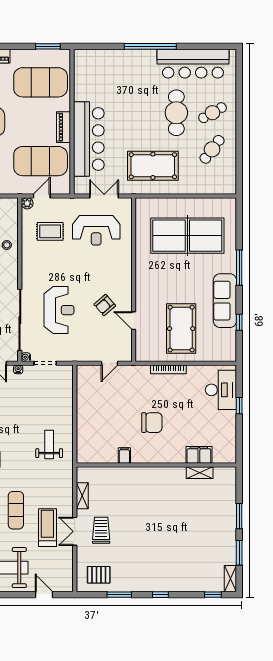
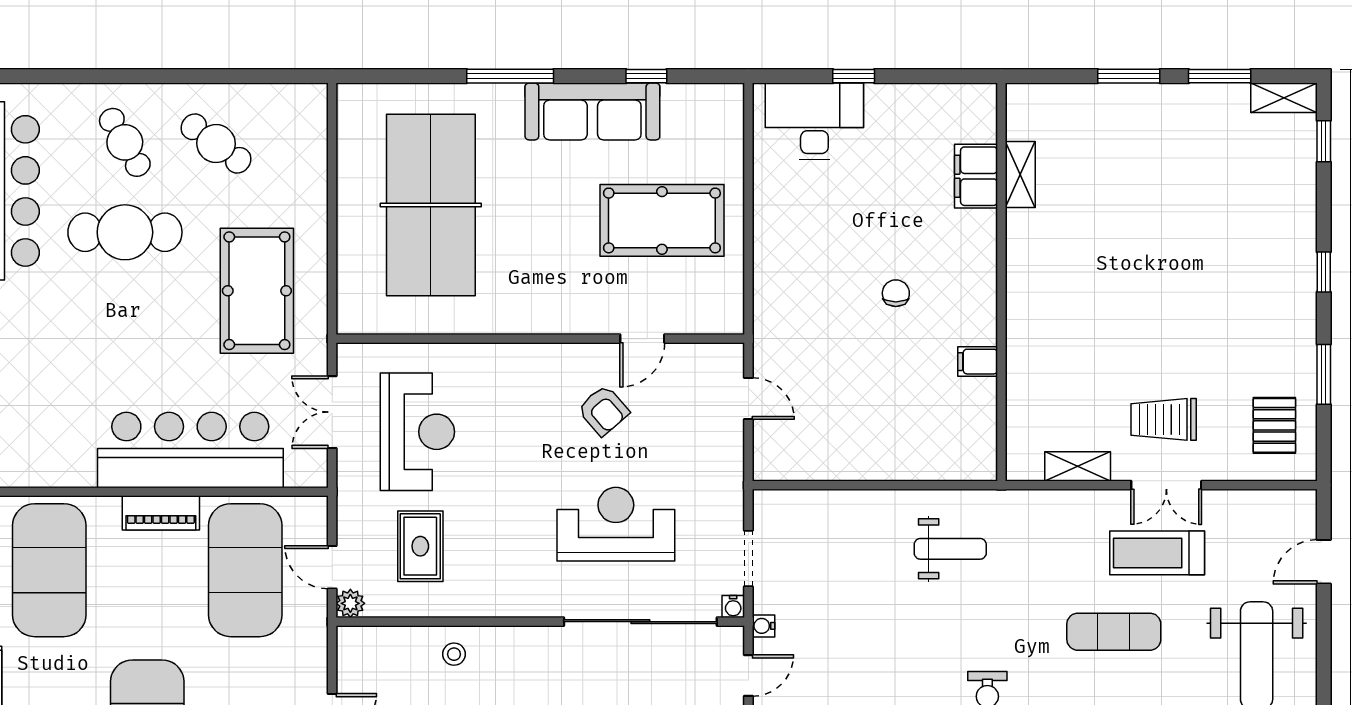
bookcase: (168, 369) -> (764, 252), removed
chair: (152, 423) -> (896, 293), width x0.54, depth x0.54
weight bench: (49, 444) -> (950, 549), turned 180

